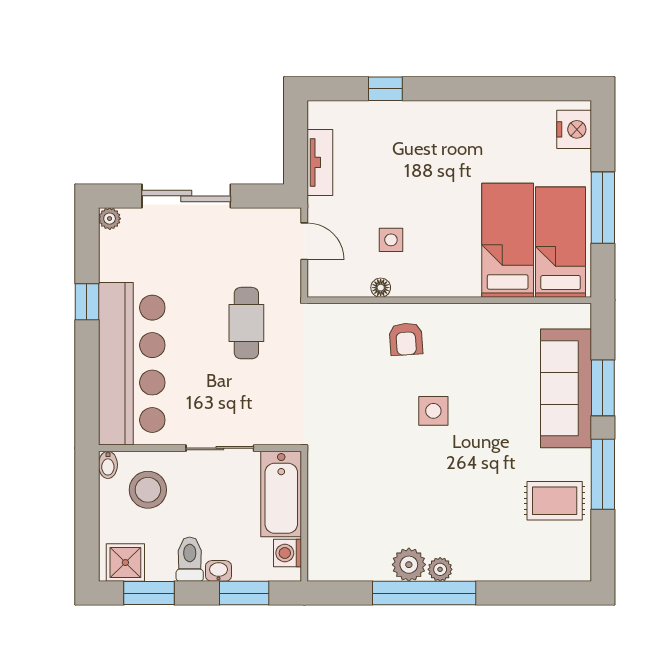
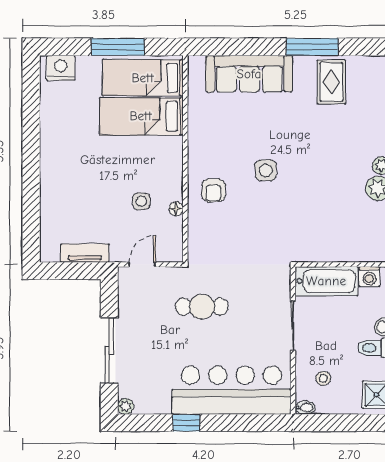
window: (385, 89) -> (31, 205), removed
armchair: (406, 339) -> (213, 190), turned 94
window: (603, 388) -> (249, 47), removed
stool: (148, 490) -> (323, 378), width x0.53, depth x0.53

